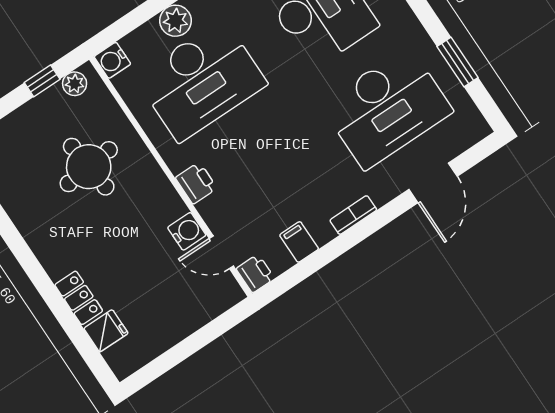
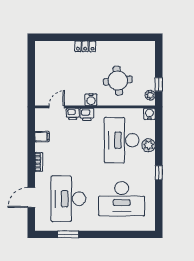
door: (433, 183) -> (31, 197), hinge flipped
water cooler: (187, 231) -> (91, 100), moved
printer: (255, 273) -> (73, 114), moved
locker: (79, 298) -> (85, 46), moved
fridge: (106, 331) -> (56, 48), removed

